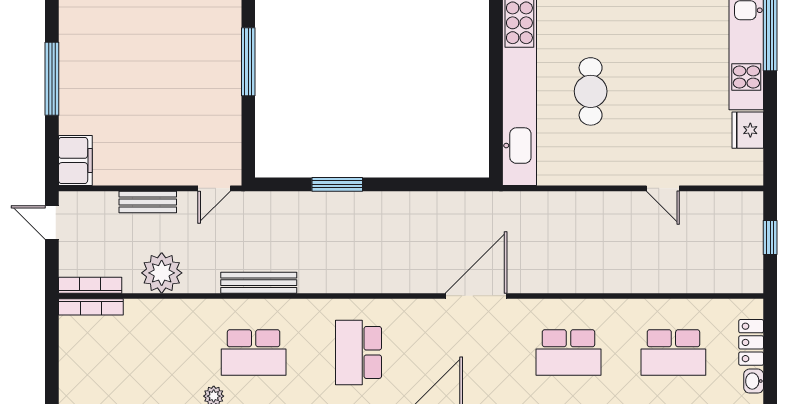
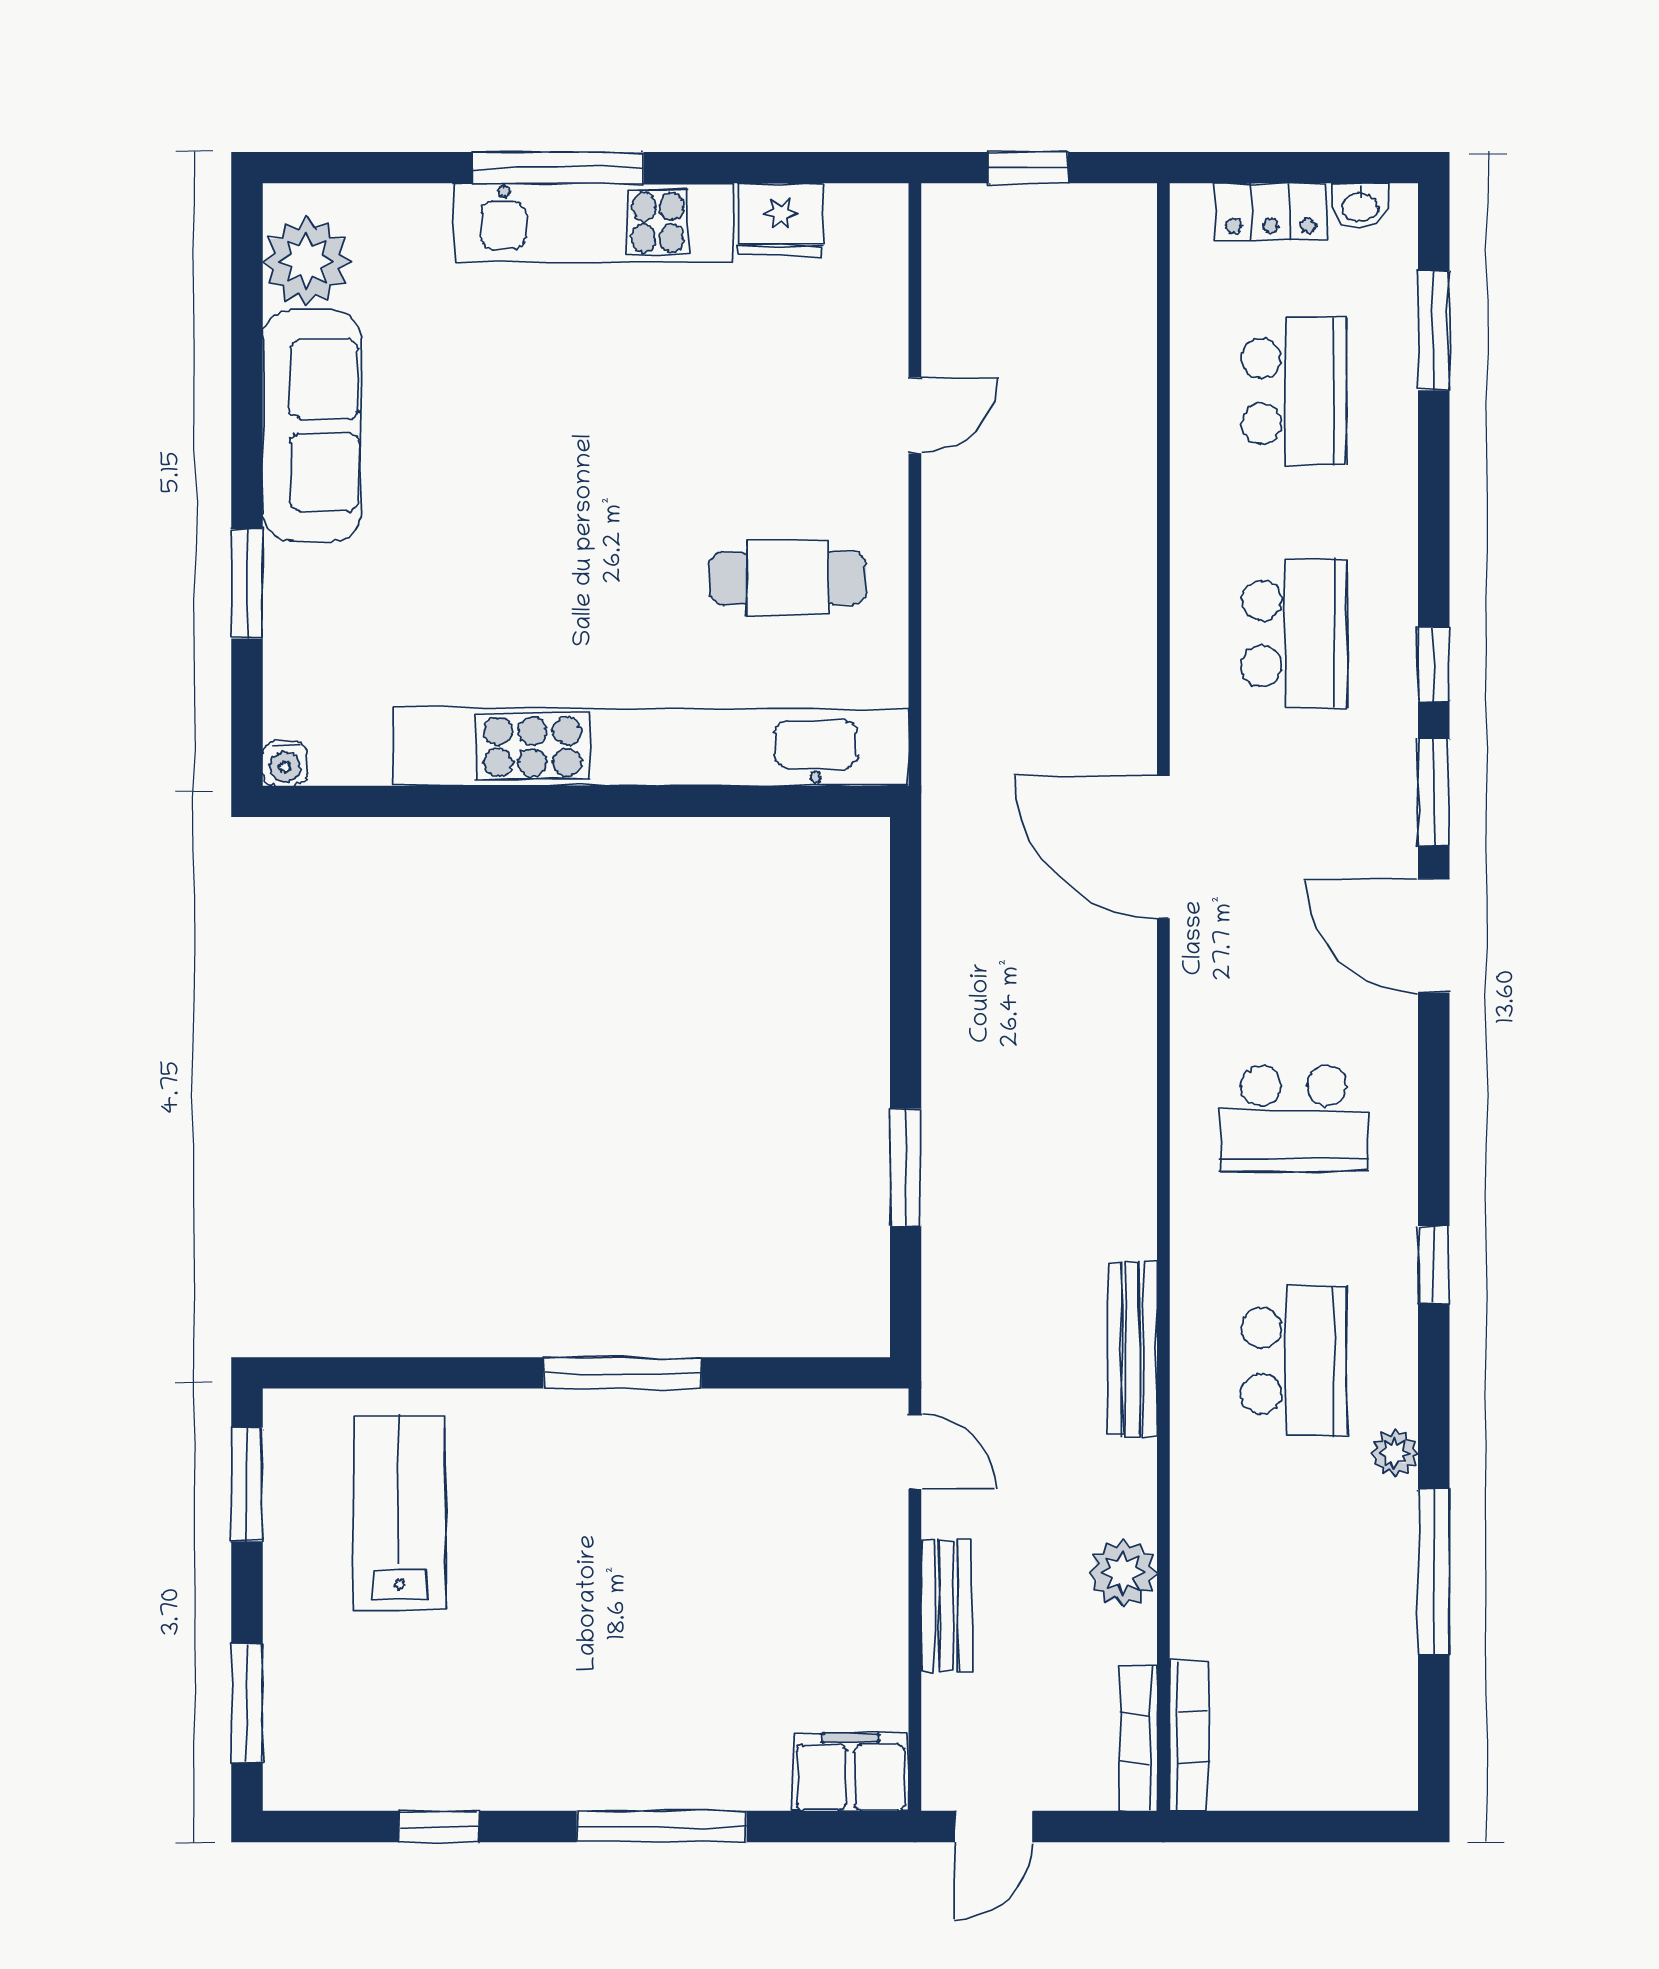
cafe table: (591, 91) -> (788, 578), moved
plant: (162, 273) -> (1123, 1573), width x0.73, depth x0.73

